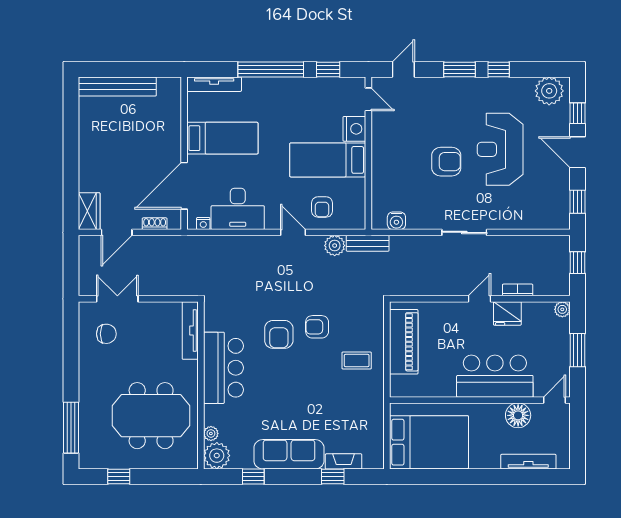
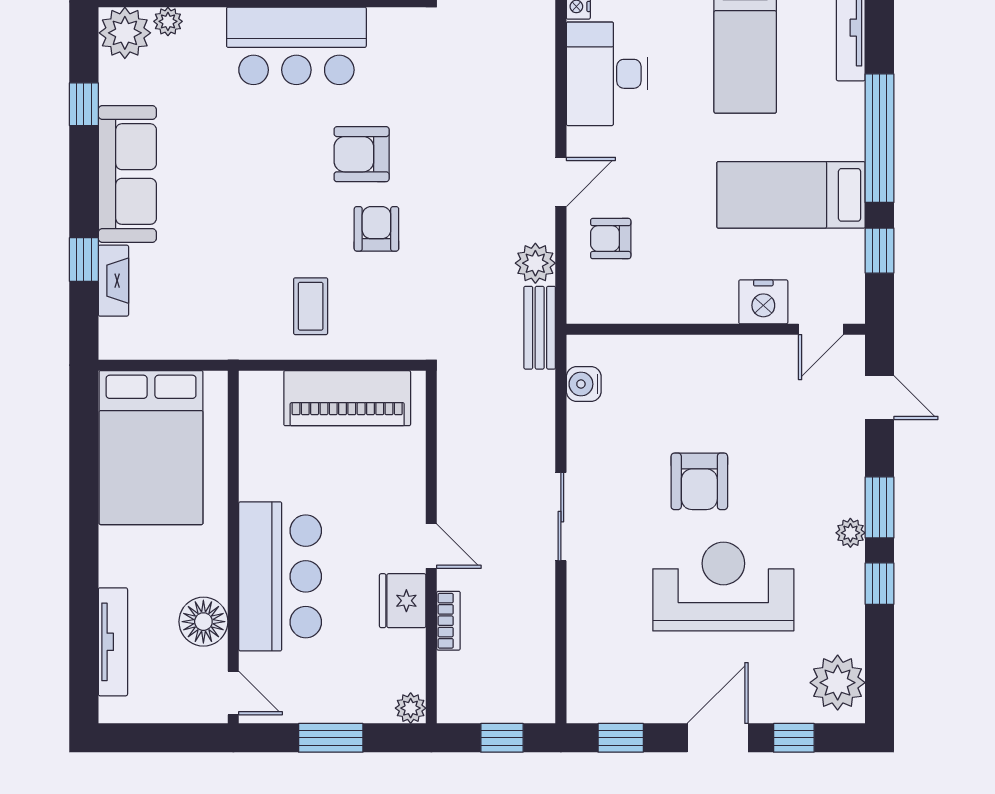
plant: (473, 84) -> (850, 533), added
bed: (328, 160) -> (791, 195), moved, turned -90

